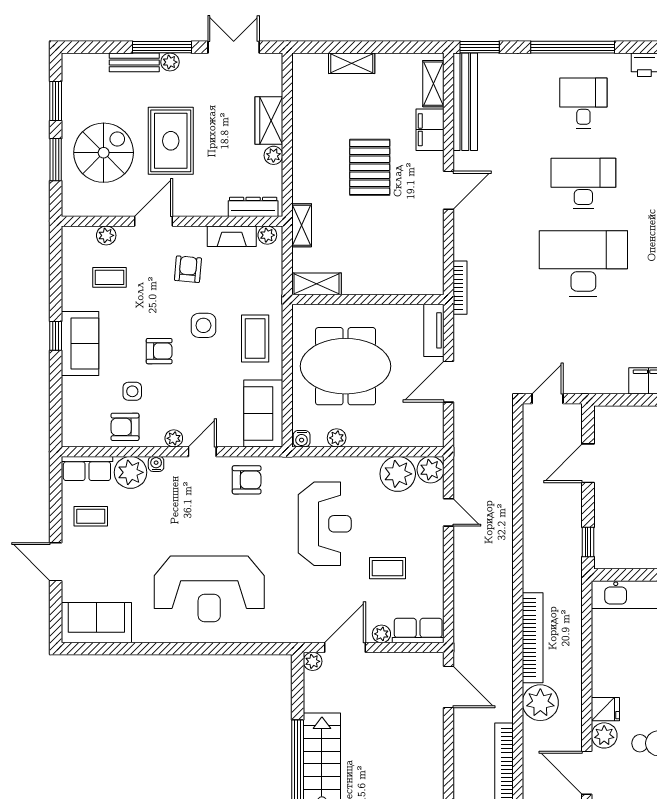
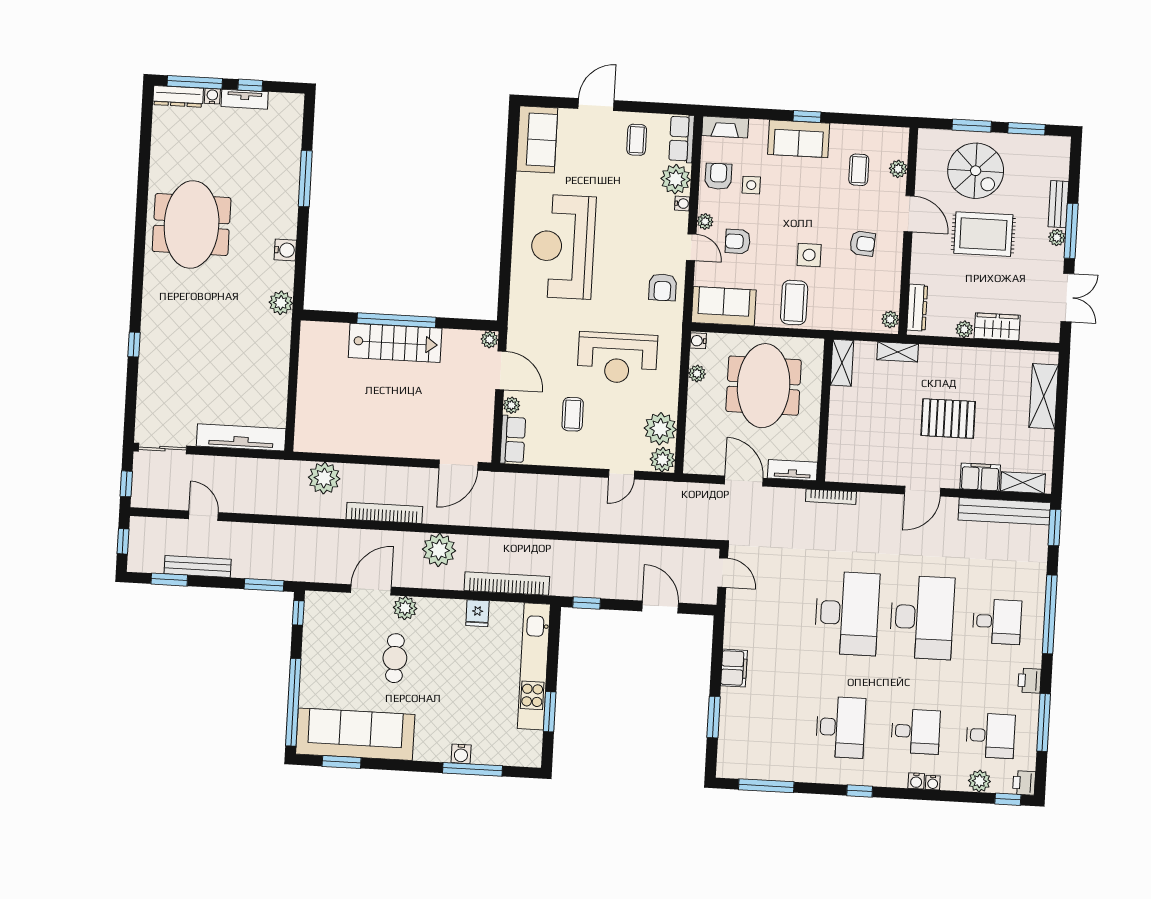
shelving: (352, 63) -> (1044, 396), width x1.50, depth x1.33
desk: (583, 183) -> (922, 617), width x1.36, depth x1.30
door: (449, 190) -> (922, 491), hinge flipped
fireplace: (232, 236) -> (725, 127), moved, turned -90
coffee table: (255, 339) -> (794, 303), turned 90
armchair: (159, 351) -> (738, 241), moved, turned 90
bookcase: (533, 638) -> (507, 583), moved, turned 180
fridge: (605, 709) -> (477, 613), moved

